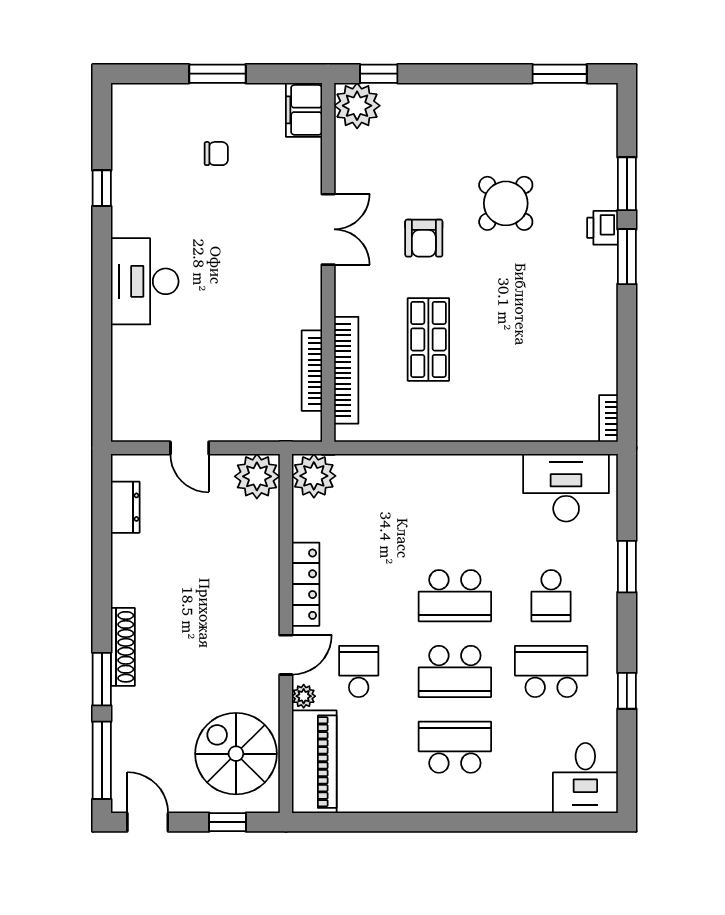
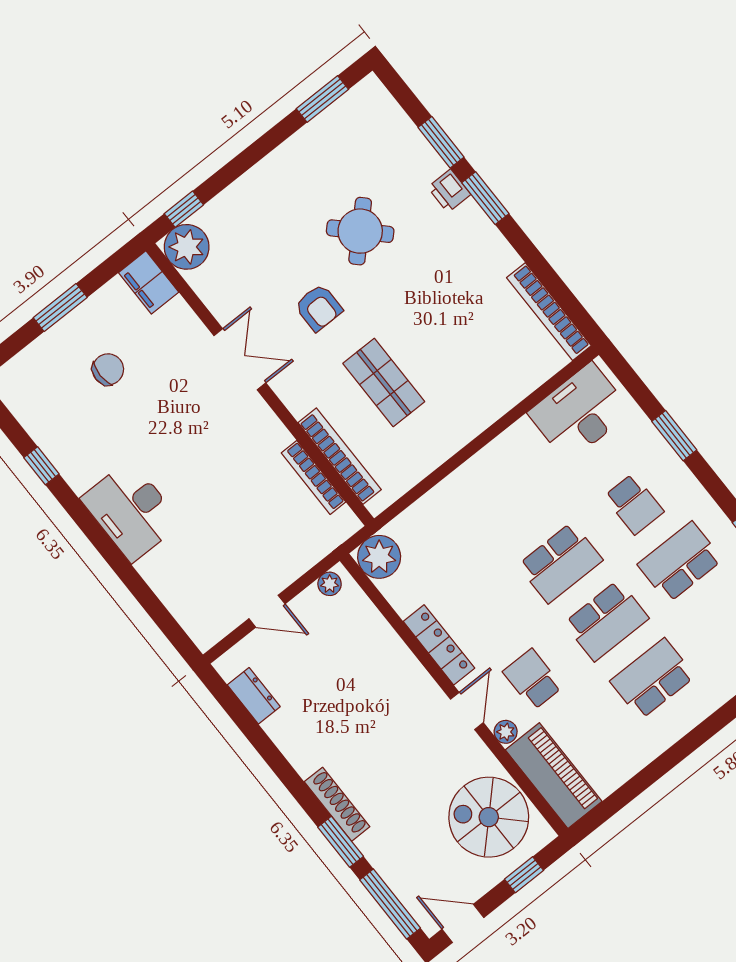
chair: (216, 154) -> (108, 369), width x1.37, depth x1.37
bookcase: (608, 418) -> (549, 312), width x2.31, depth x1.31
plant: (257, 476) -> (330, 584), width x0.53, depth x0.53

